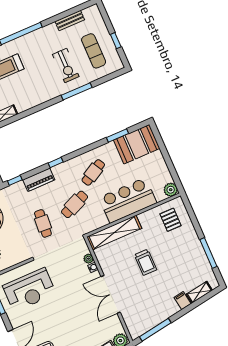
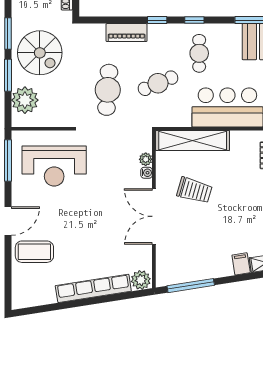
cafe table: (93, 172) -> (199, 53), turned -61
window: (15, 180) -> (194, 20), moved
cafe table: (43, 223) -> (108, 90), width x1.37, depth x1.35
trolley: (145, 262) -> (194, 190), moved, turned -74

